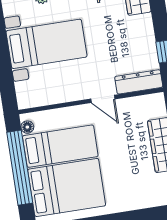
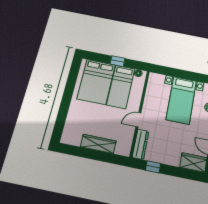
window: (20, 168) -> (118, 61), width x0.32

